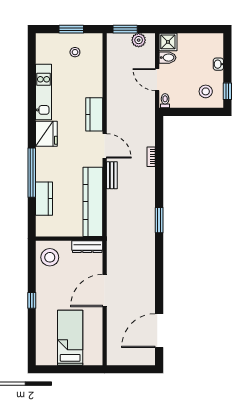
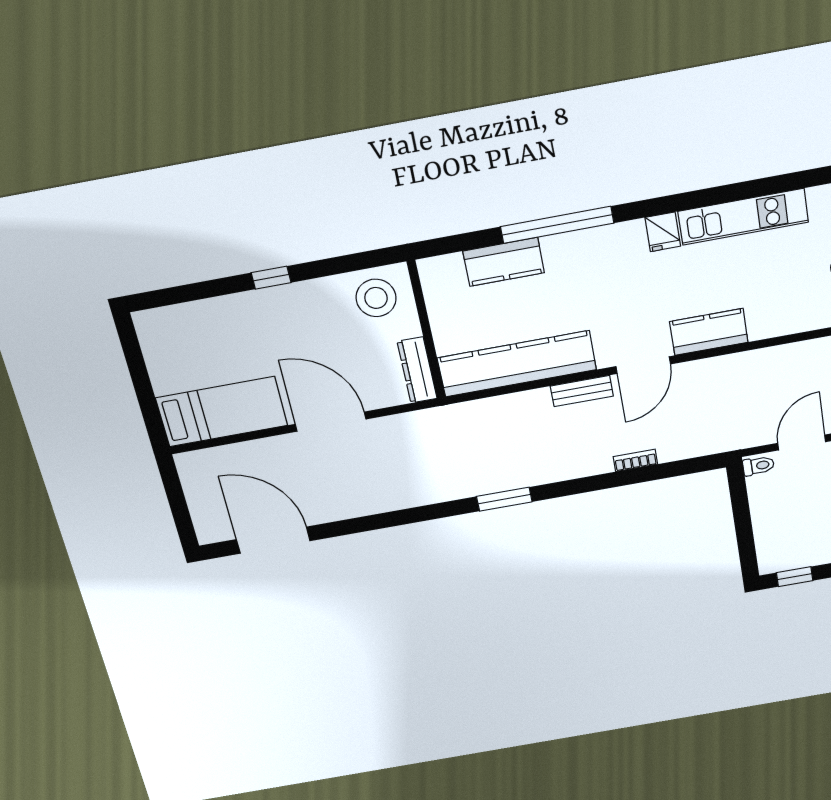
stool: (206, 91) -> (789, 538), removed
fridge: (46, 134) -> (663, 232), width x0.53, depth x0.75
bed: (70, 338) -> (222, 412), moved

